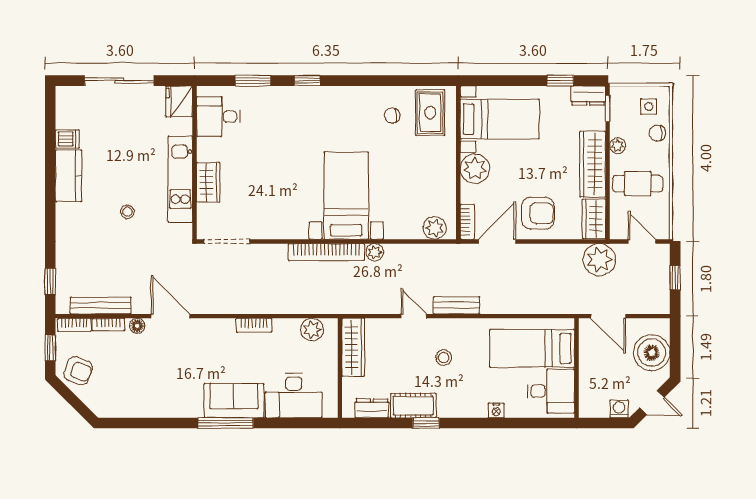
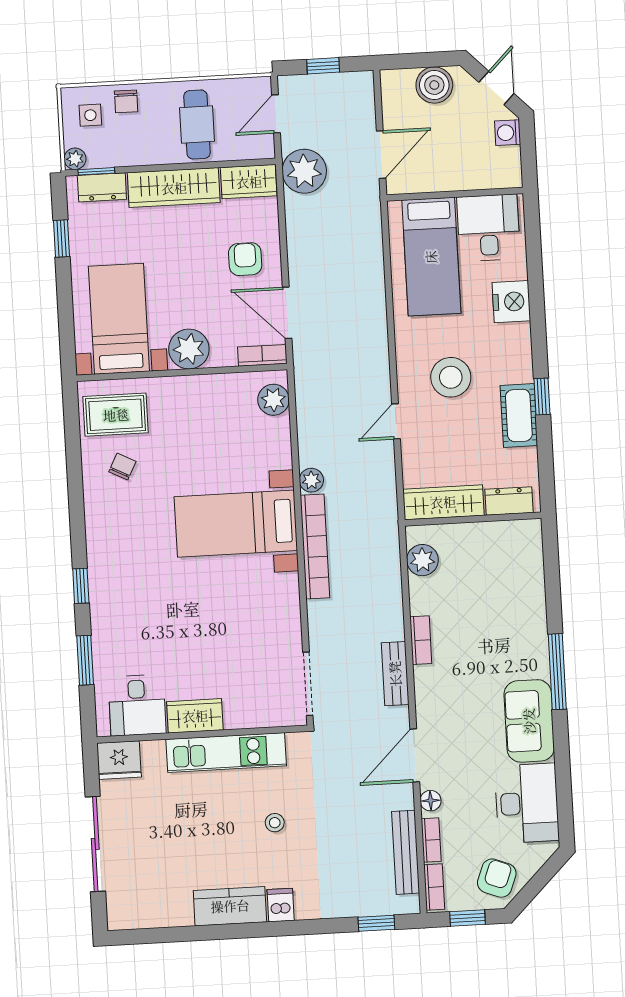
dresser: (588, 95) -> (102, 187), moved, turned 90
chair: (392, 116) -> (122, 467), turned -150
dishwasher: (67, 139) -> (281, 905), moved
plant: (618, 146) -> (75, 159), moved
wardrobe: (208, 182) -> (195, 716), moved
armchair: (538, 213) -> (245, 259), width x0.72, depth x0.72
bench: (457, 305) -> (395, 674), moved
boiler: (652, 353) -> (434, 85), width x0.73, depth x0.73
stool: (444, 358) -> (451, 377), width x1.89, depth x1.89
desk: (294, 396) -> (527, 803), moved
sofa: (234, 401) -> (529, 721), moved
dresser: (372, 408) -> (509, 501), moved, turned 90
nightstand: (496, 411) -> (511, 302), width x1.89, depth x1.79

